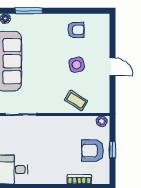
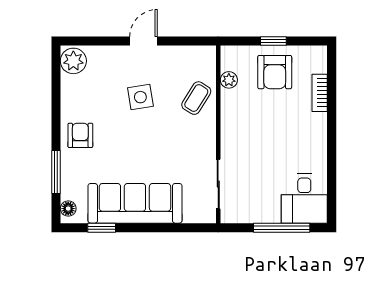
plant: (100, 22) -> (73, 61), added
armchair: (76, 30) -> (80, 135), moved
plant: (102, 121) -> (229, 80), moved

